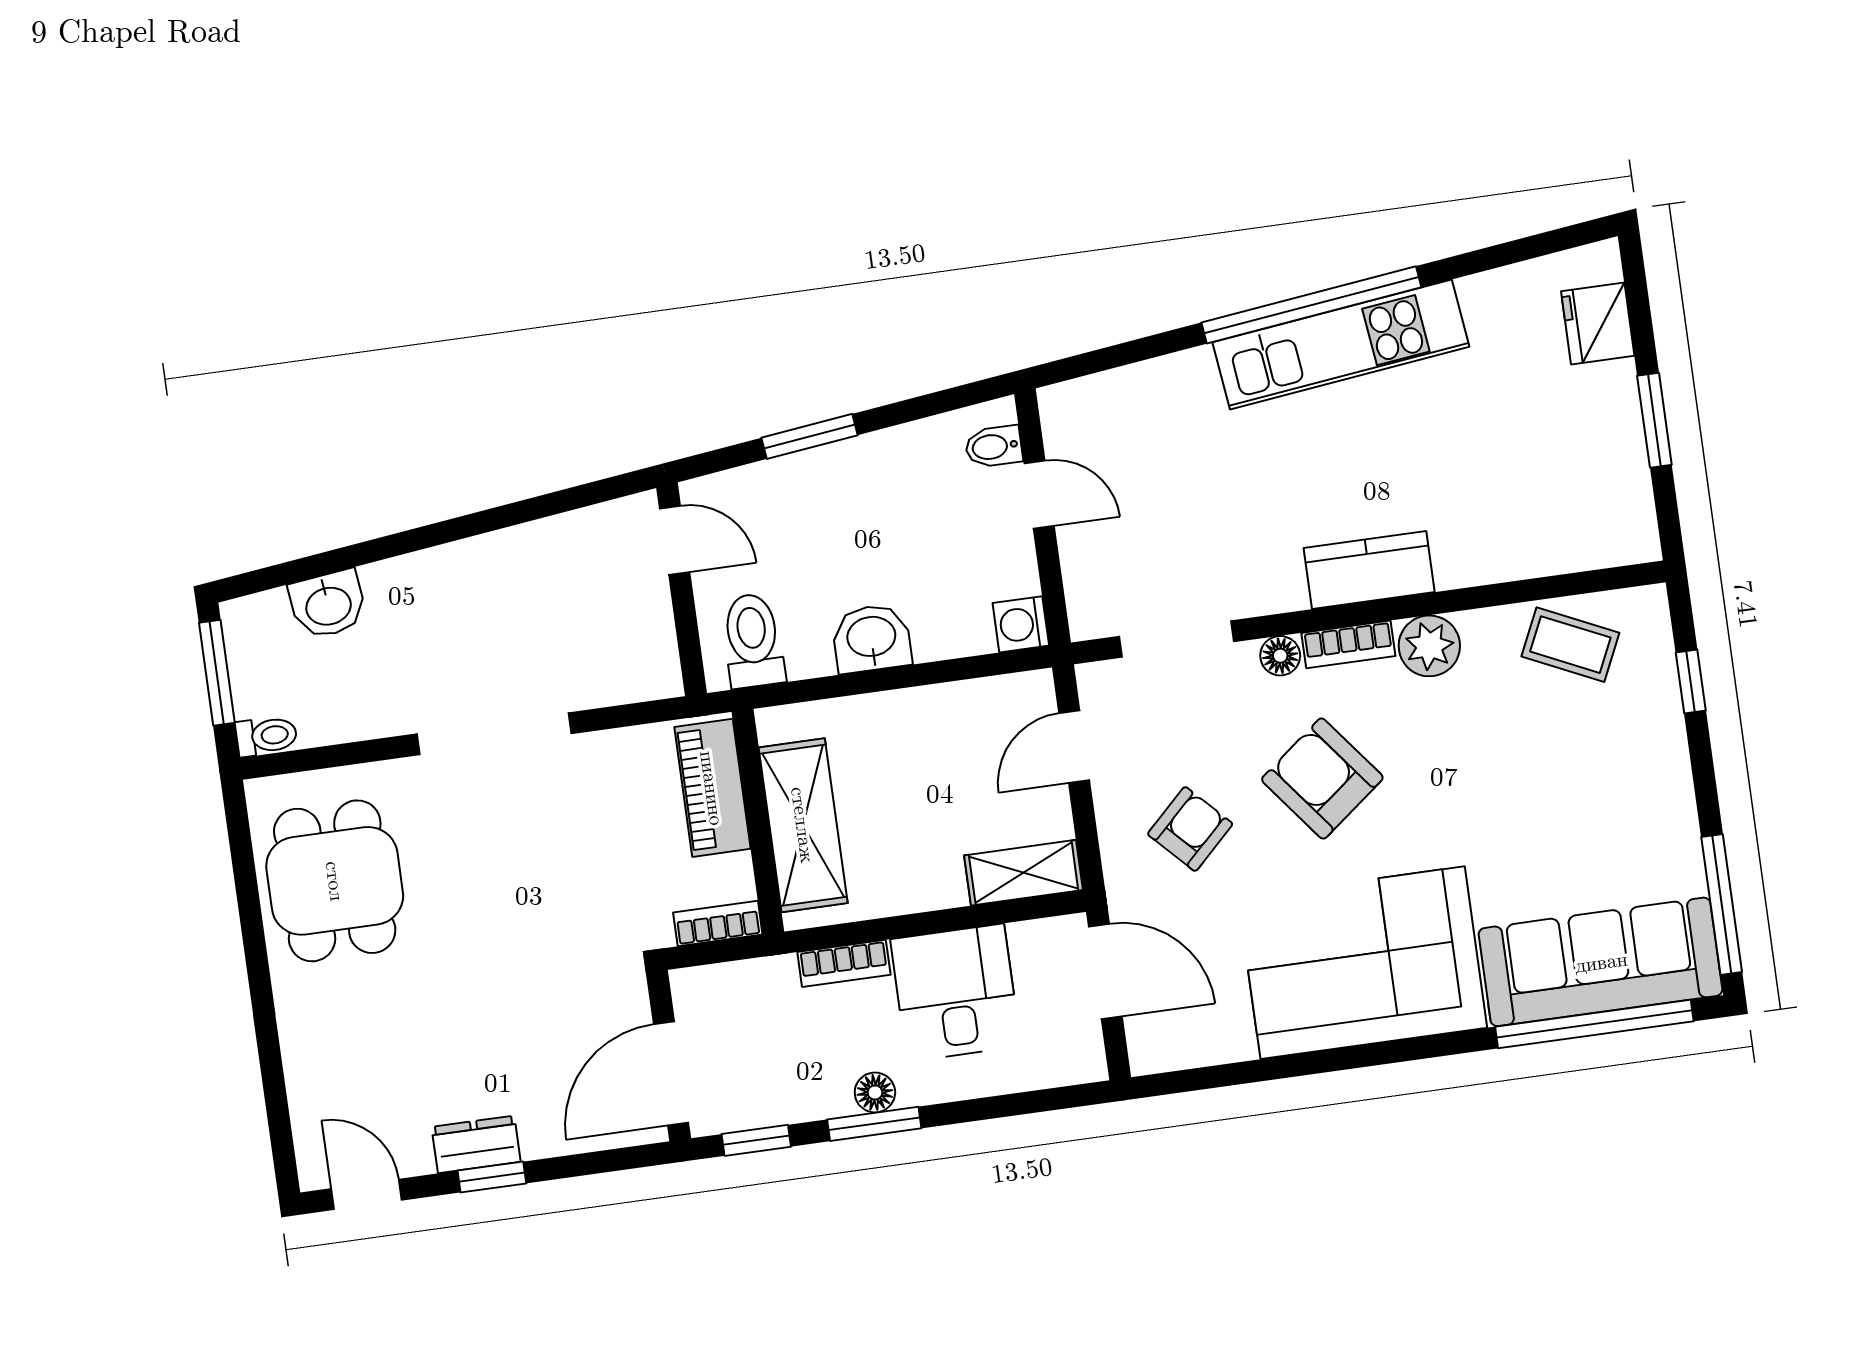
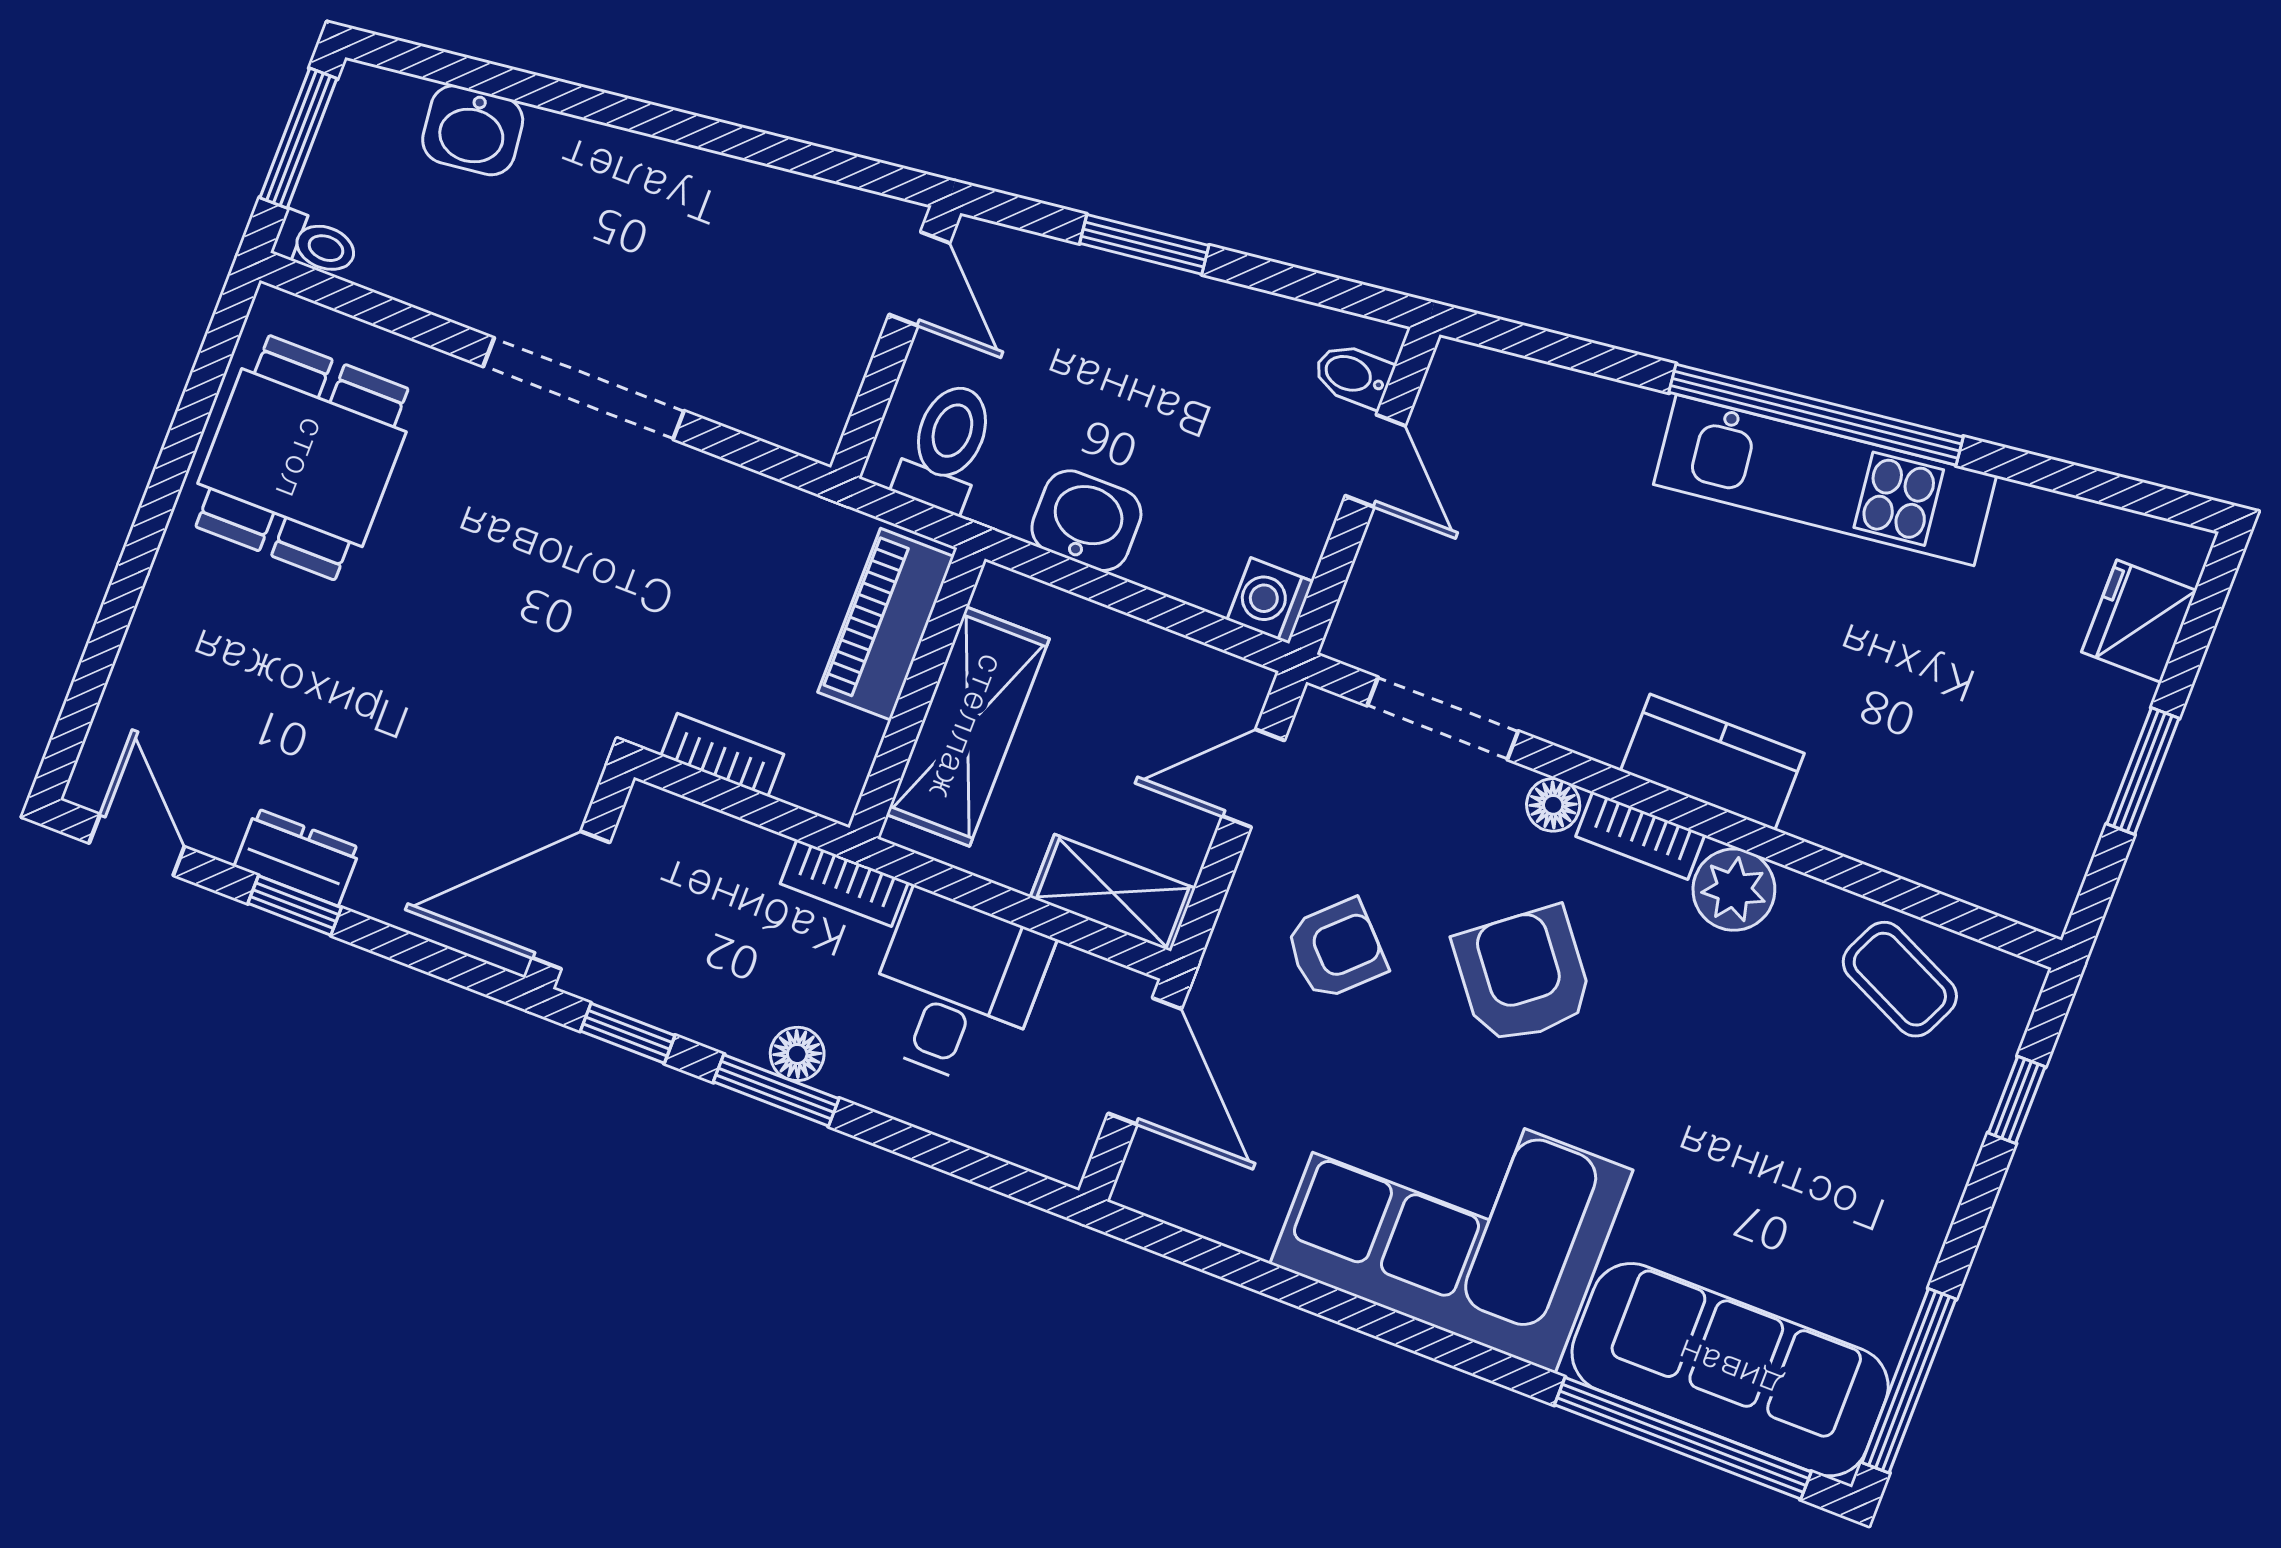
piano: (712, 788) -> (886, 624), moved
wall: (758, 822) -> (917, 693), moved
shelving: (803, 825) -> (968, 727), moved

